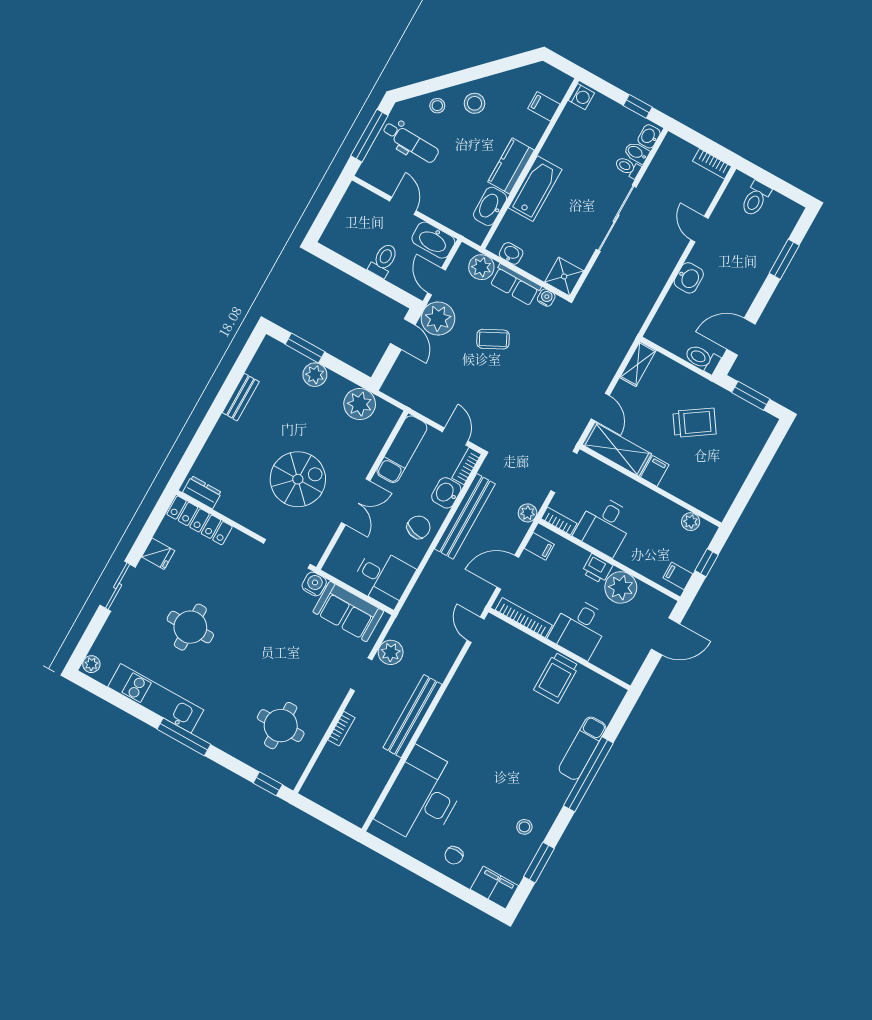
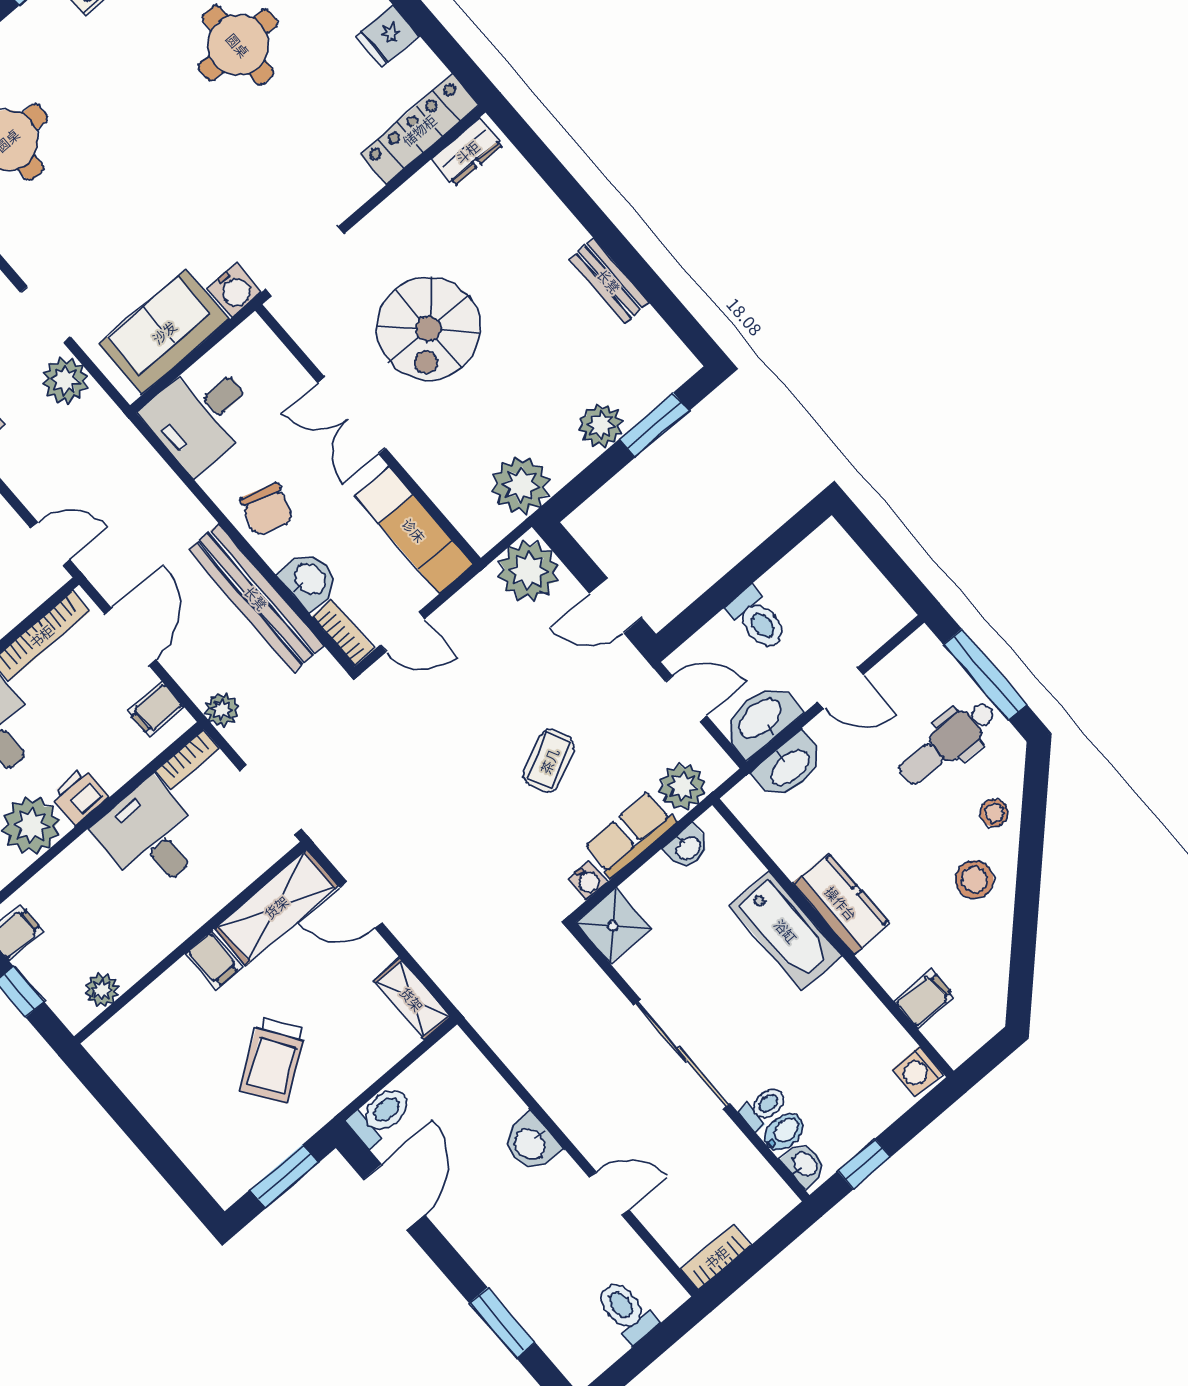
washbasin: (490, 206) -> (789, 767), moved, turned 90
plant: (438, 319) -> (529, 571), moved

